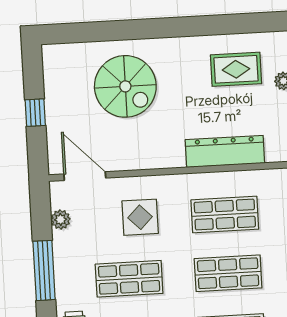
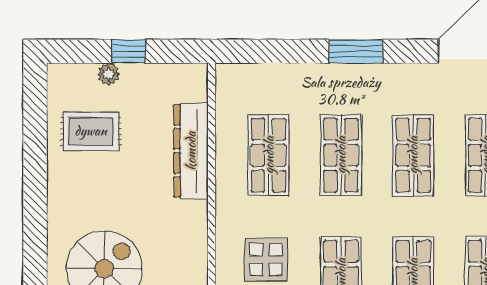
rug: (236, 69) -> (91, 131), turned 90

